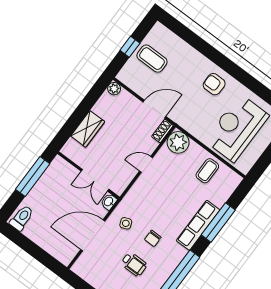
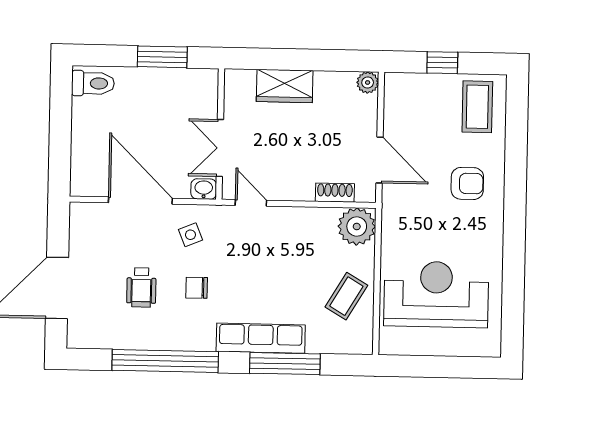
coffee table: (152, 59) -> (477, 107), moved
armchair: (214, 84) -> (467, 183), moved, turned 90
shoe rack: (162, 131) -> (335, 193), moved
door: (146, 164) -> (251, 203), moved
coffee table: (207, 171) -> (346, 296), turned -59
window: (33, 176) -> (162, 57), width x0.69

